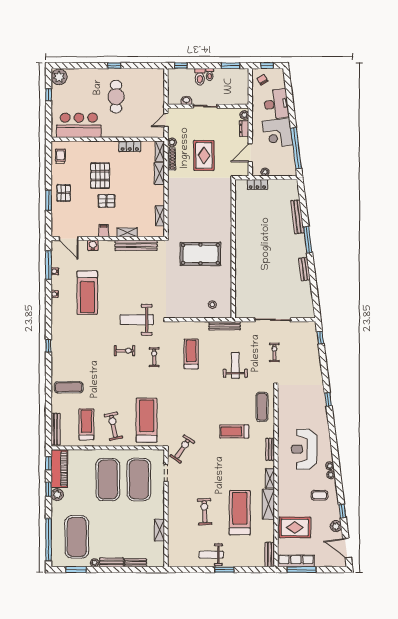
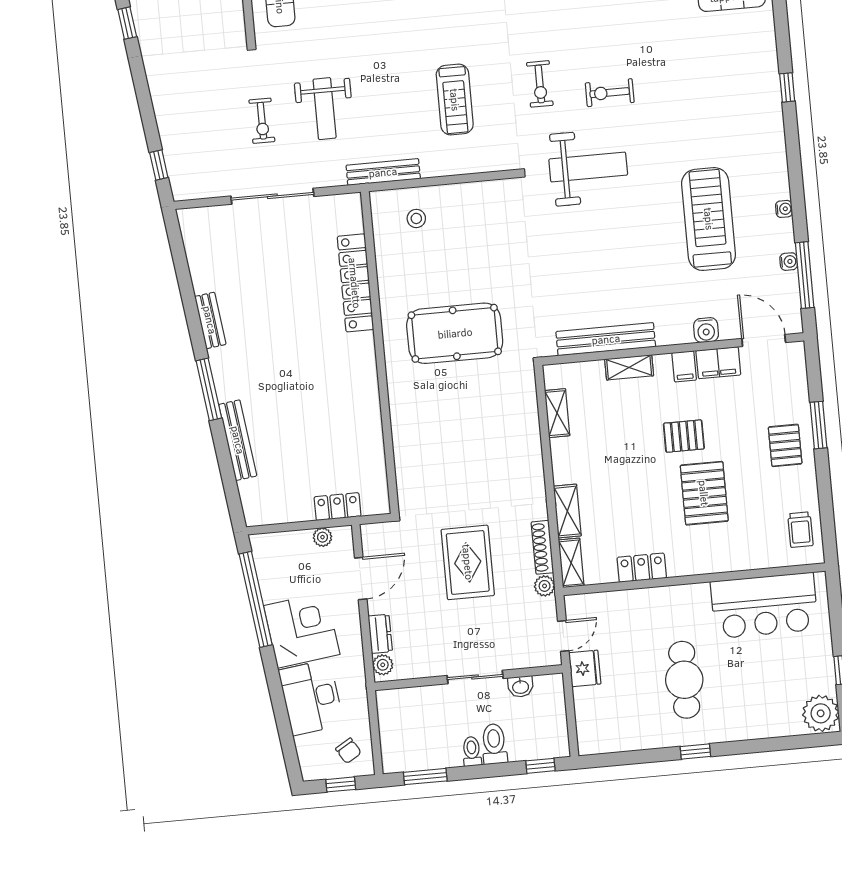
fridge: (158, 106) -> (585, 668), added
filing cabinet: (89, 231) -> (718, 363), added
locker: (241, 279) -> (355, 283), added
weight bench: (235, 365) -> (325, 109), moved

